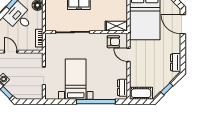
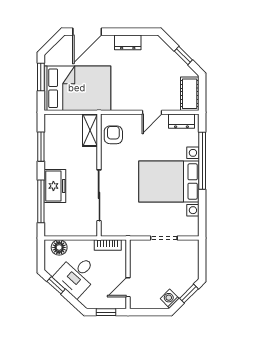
door: (129, 55) -> (152, 112), moved
dresser: (176, 62) -> (128, 42), moved
bed with nightstands: (76, 79) -> (169, 182), width x1.36

